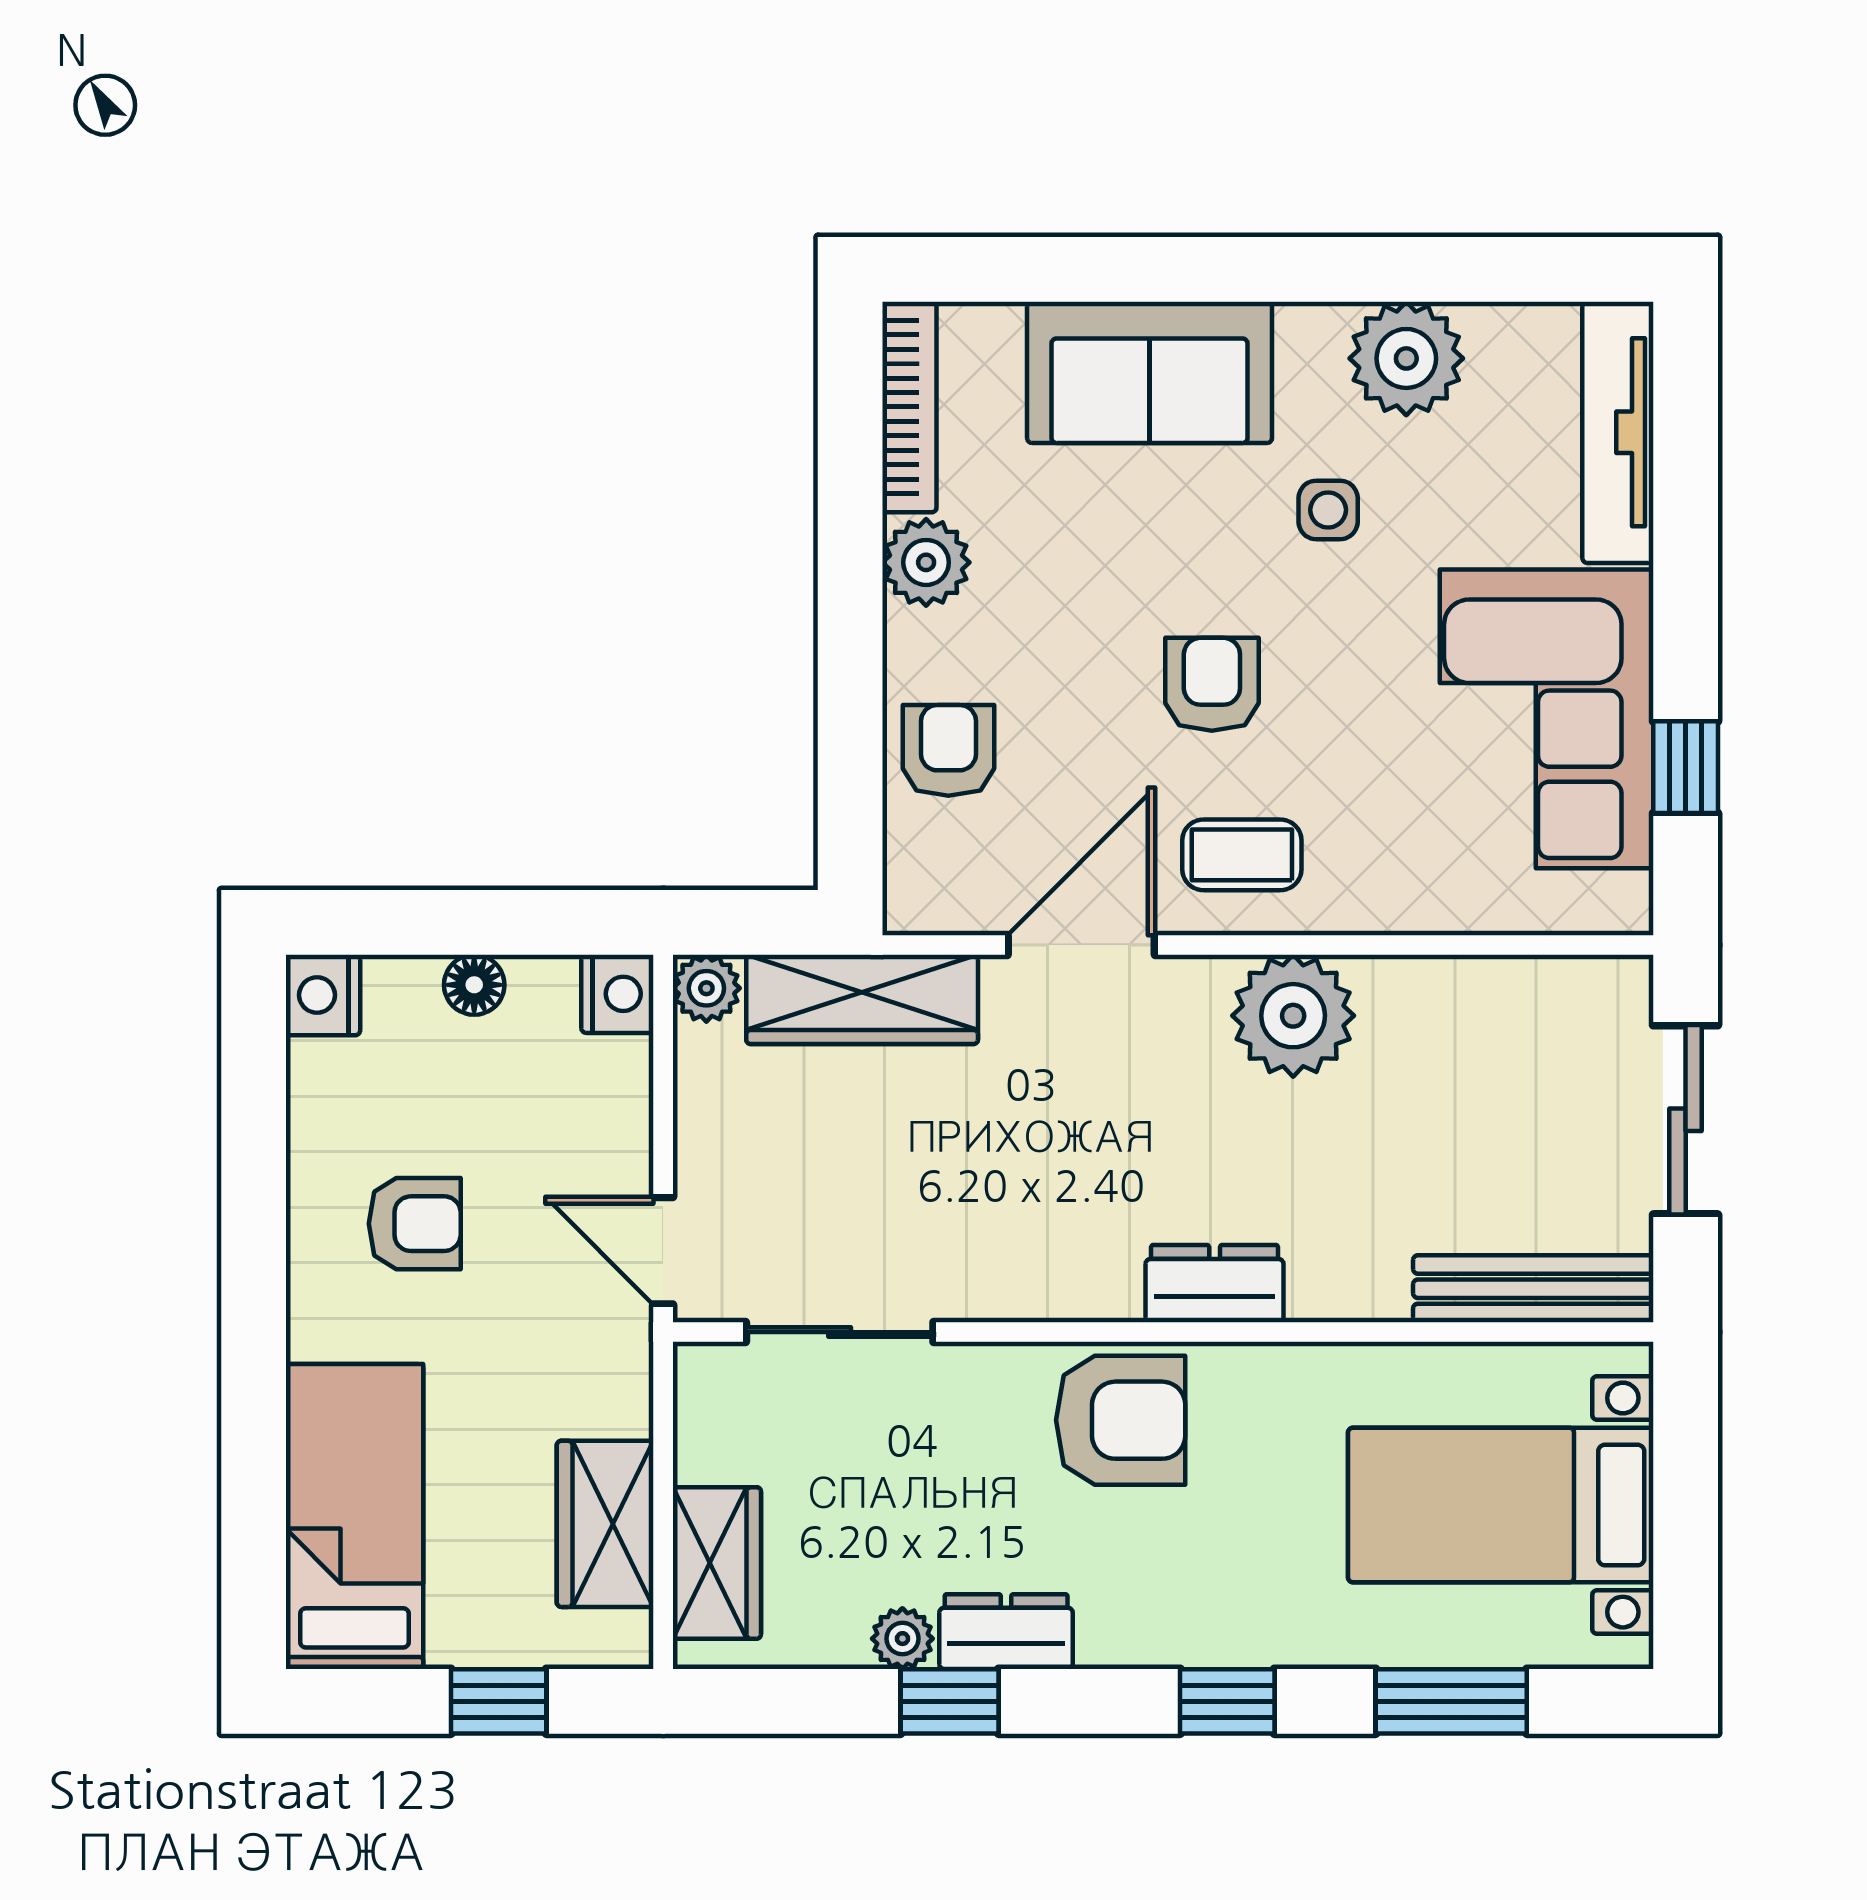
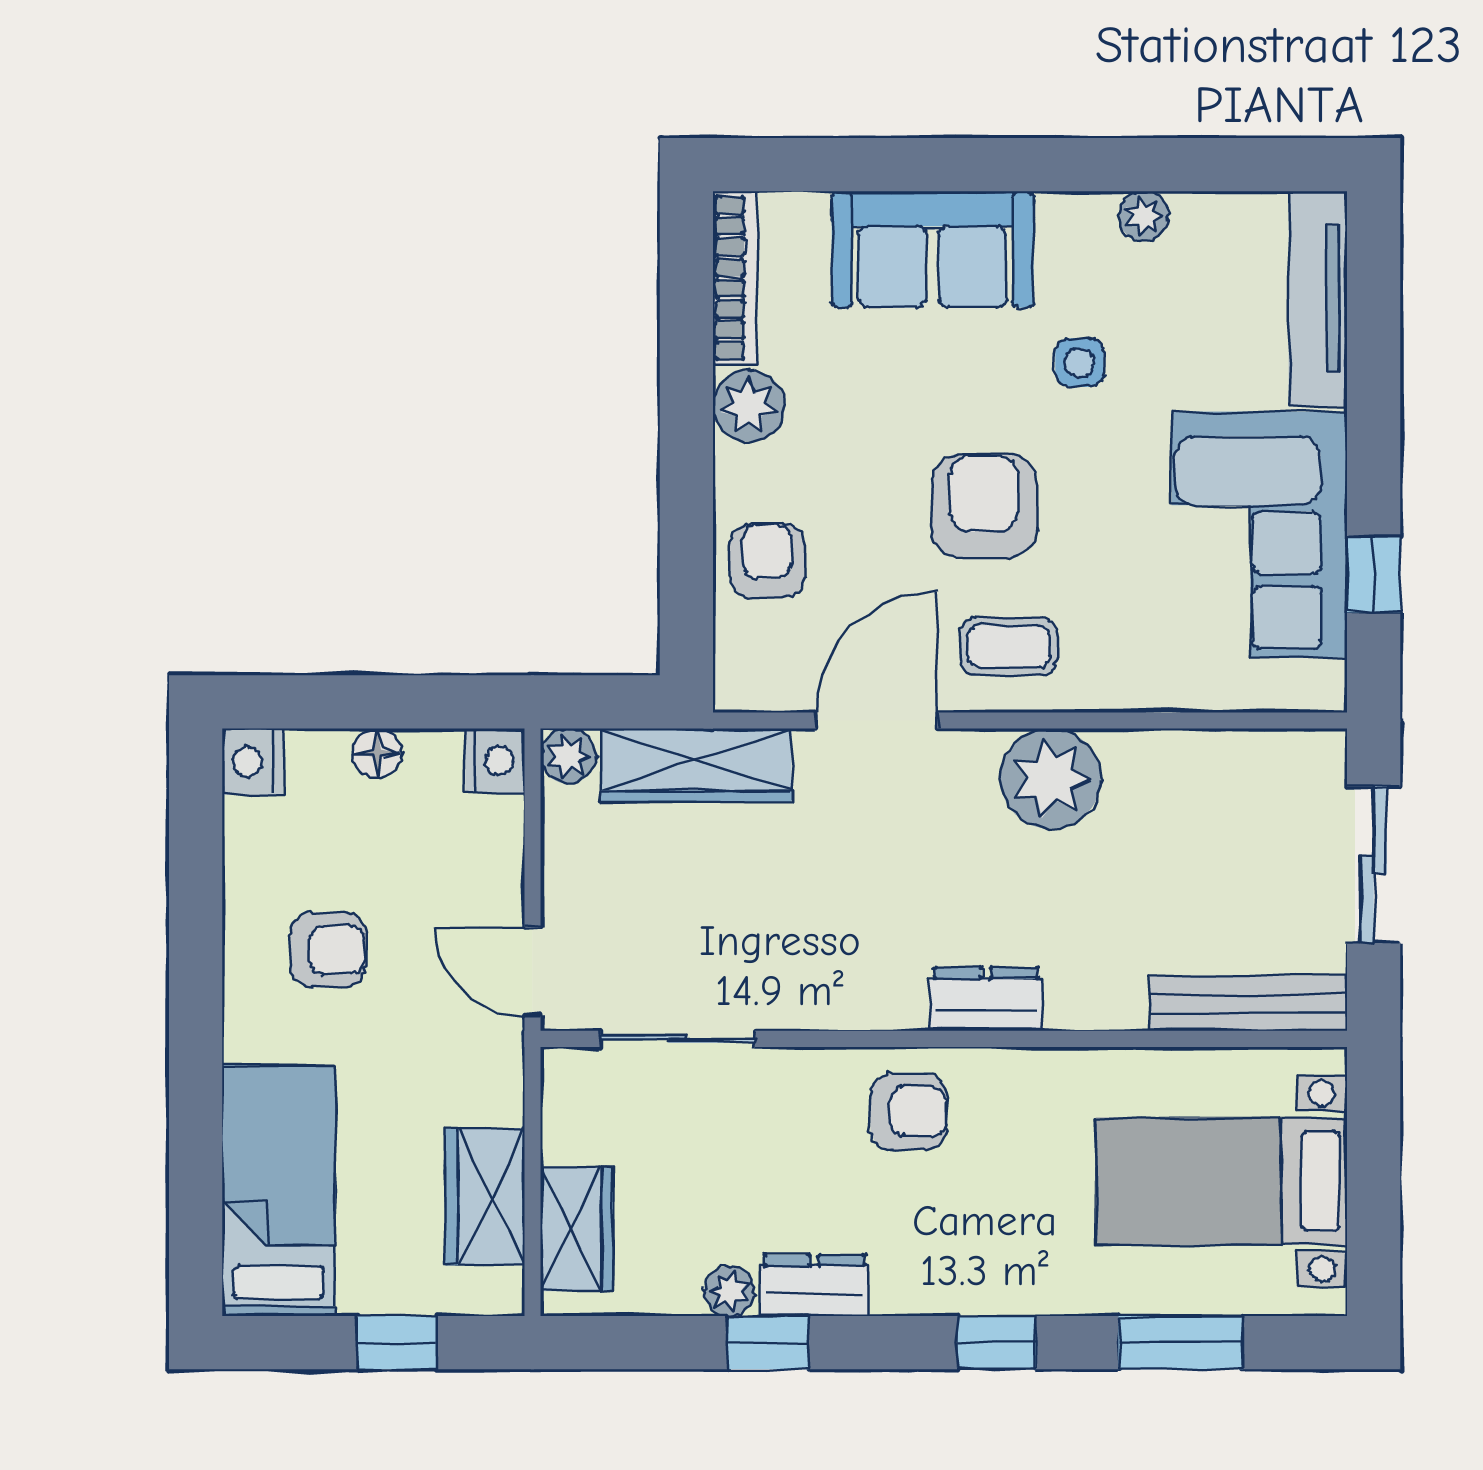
plant: (1406, 358) -> (1144, 216), width x0.53, depth x0.53
armchair: (1212, 684) -> (984, 506), width x1.38, depth x1.38
armchair: (1121, 1420) -> (909, 1111), width x0.72, depth x0.72

